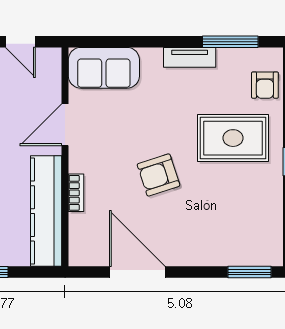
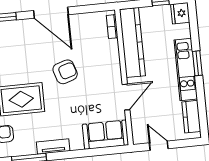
bookcase: (76, 193) -> (112, 27), moved
door: (137, 272) -> (51, 13), moved

